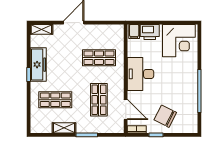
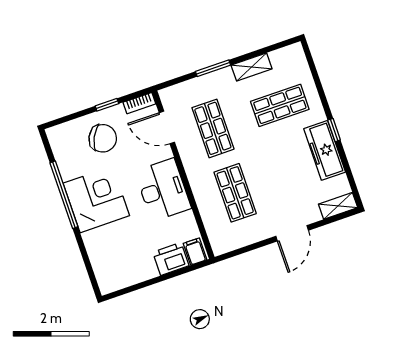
corner desk: (179, 41) -> (96, 199), moved, turned 90
shop shelf: (99, 58) -> (235, 193), turned 90

